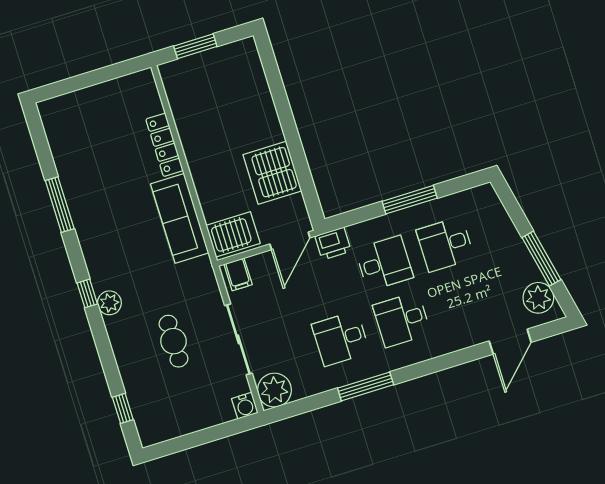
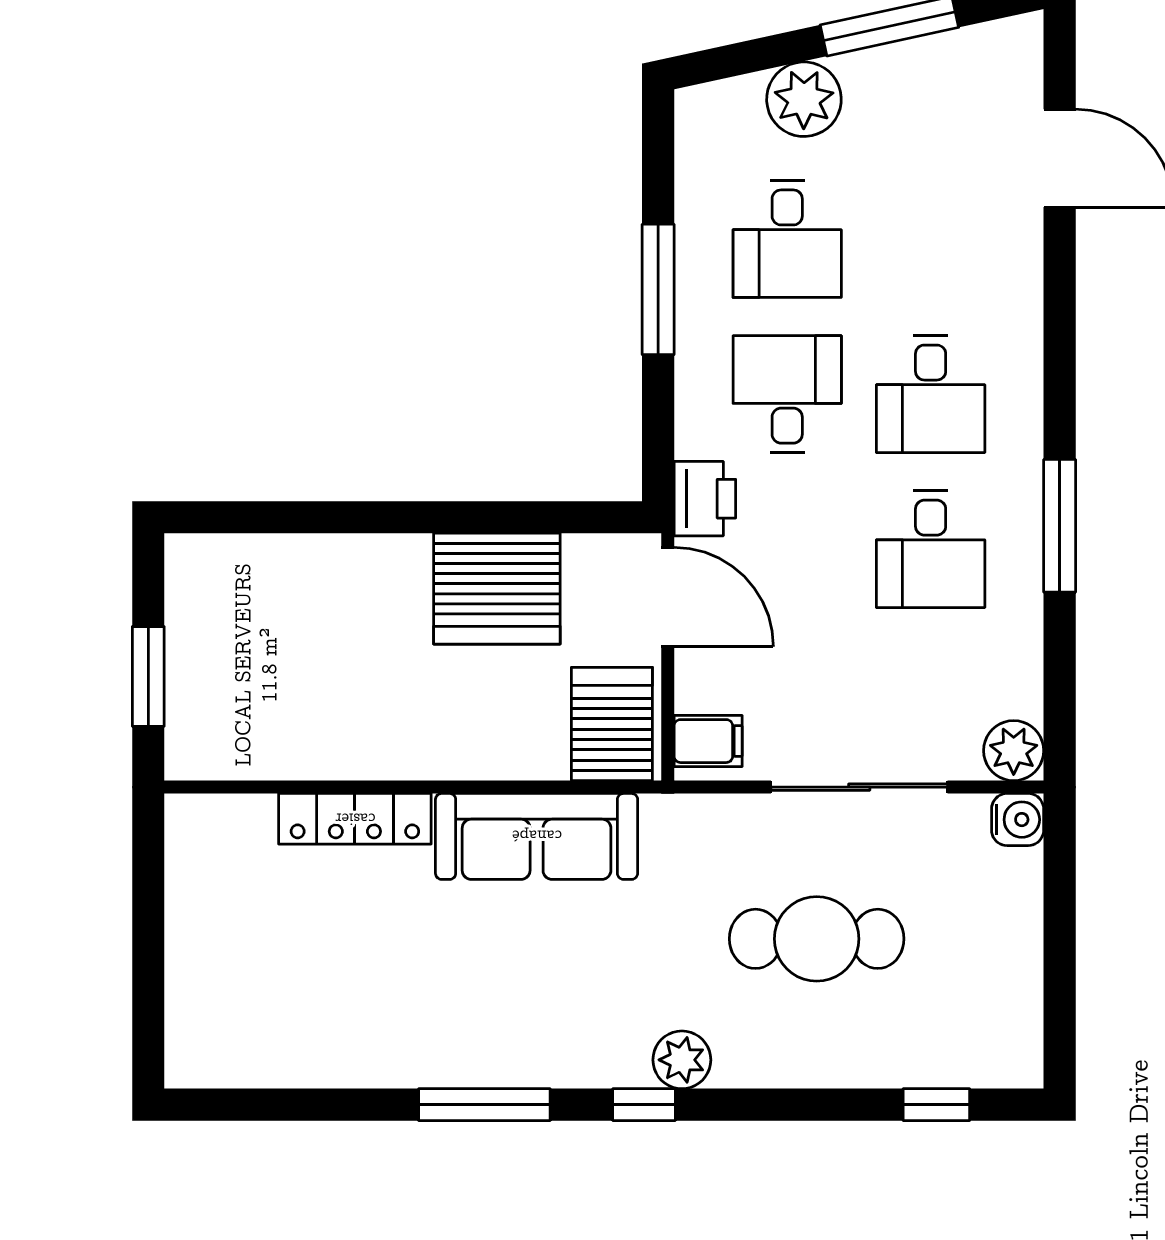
window: (60, 205) -> (484, 1105), moved
plant: (538, 298) -> (804, 99), moved
cafe table: (173, 341) -> (817, 939), width x1.37, depth x1.35
plant: (274, 390) -> (1014, 751), width x0.73, depth x0.73

